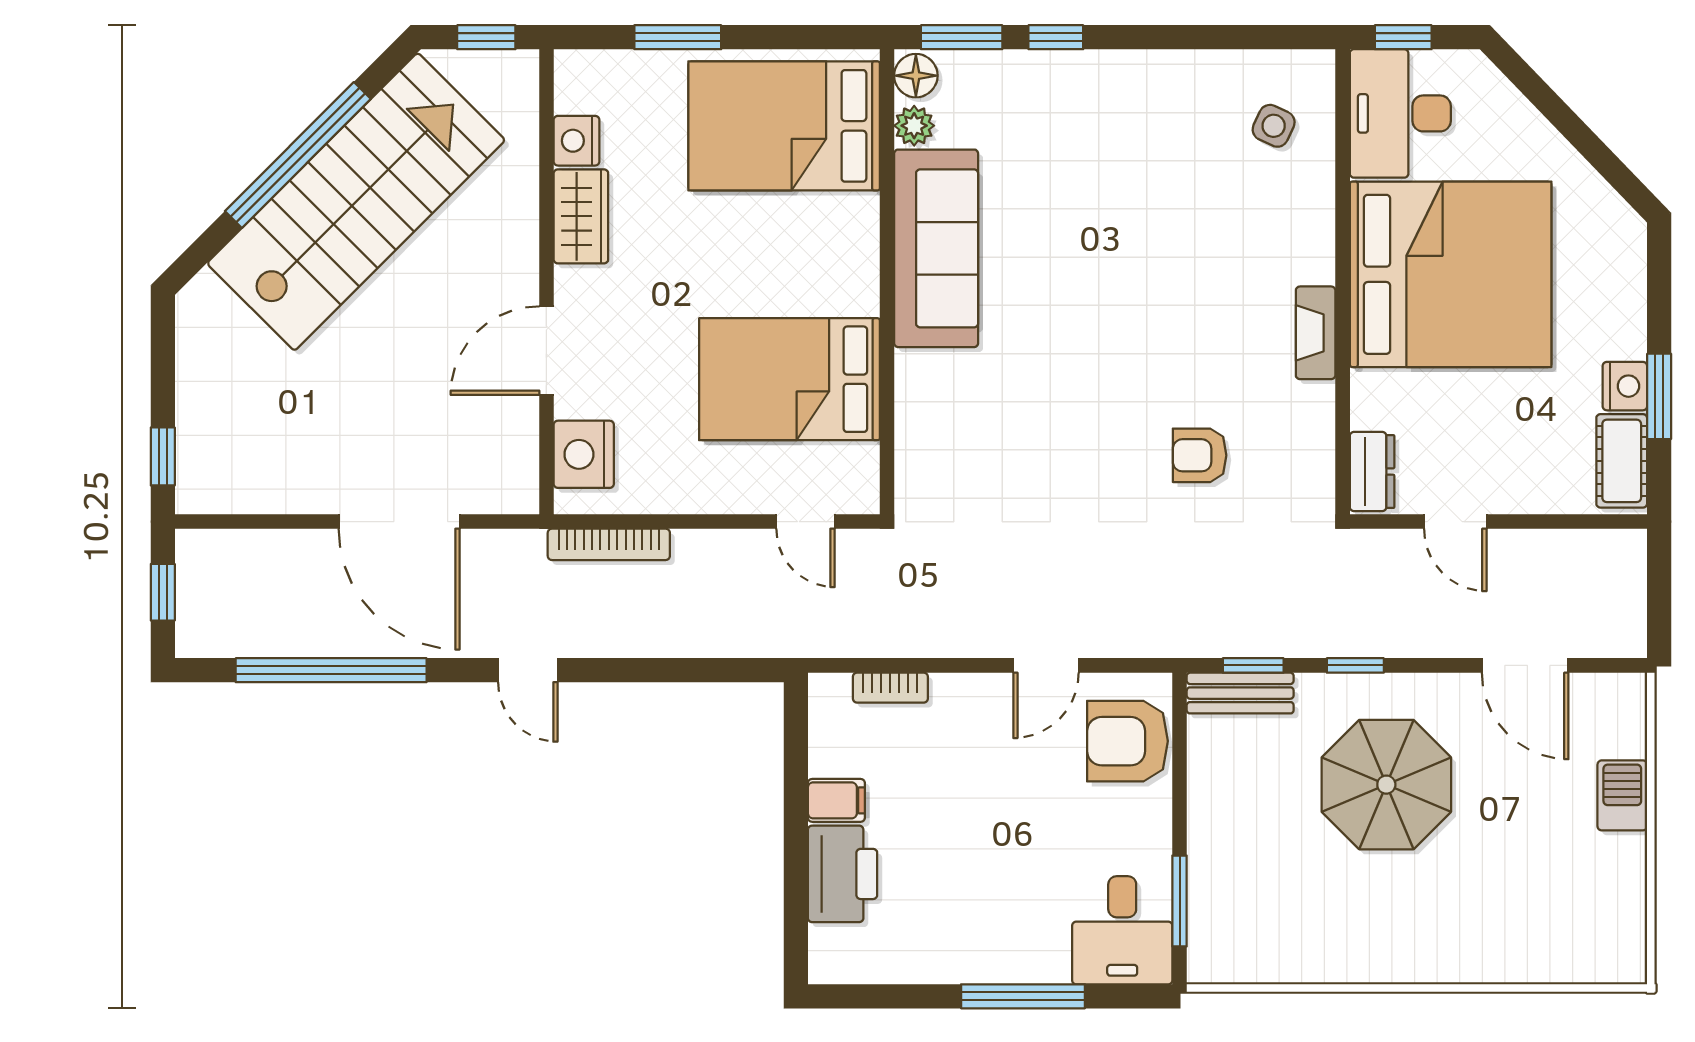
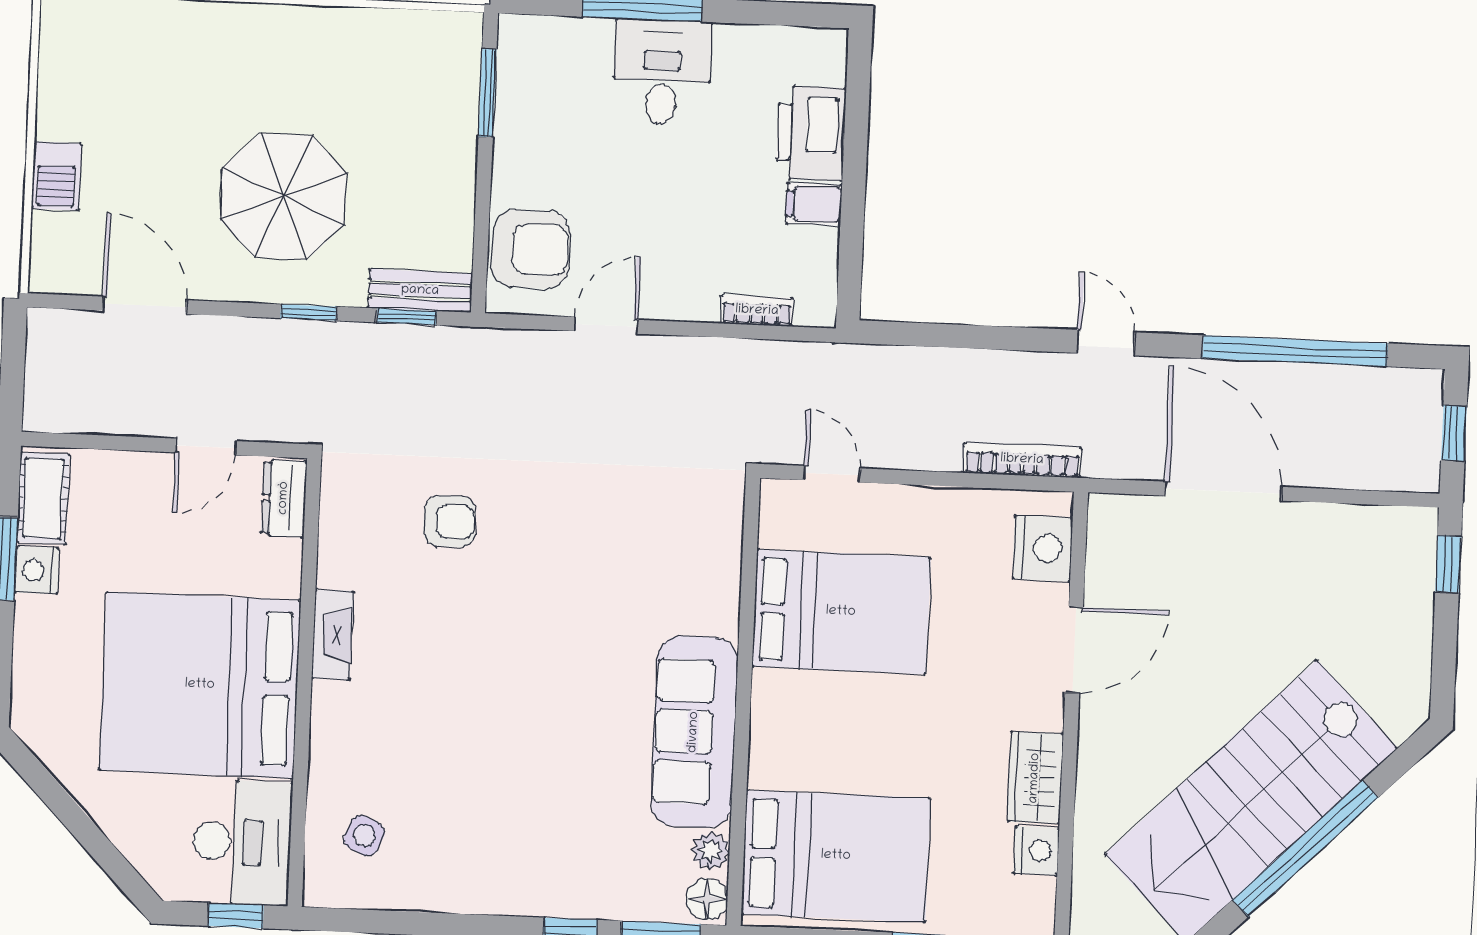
door: (1455, 522) -> (206, 447), swing flipped
desk: (1122, 930) -> (662, 72), moved

